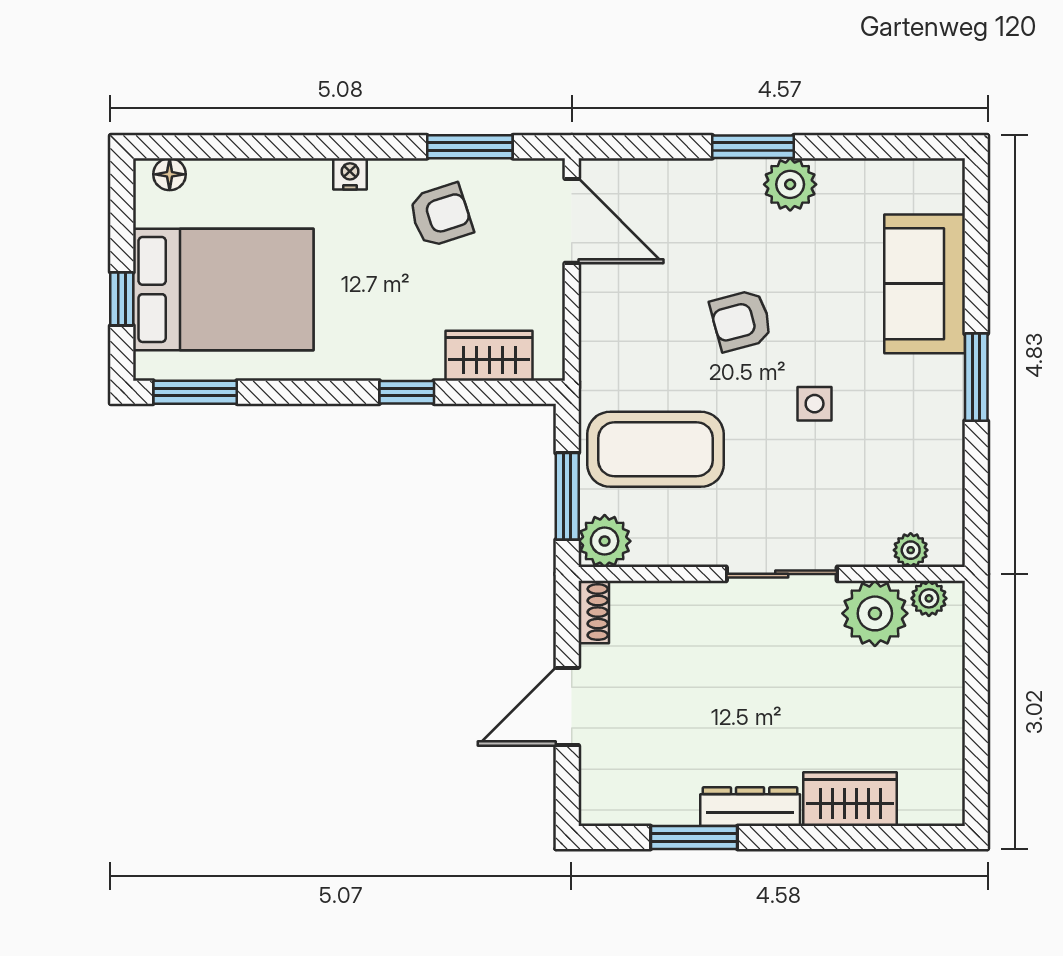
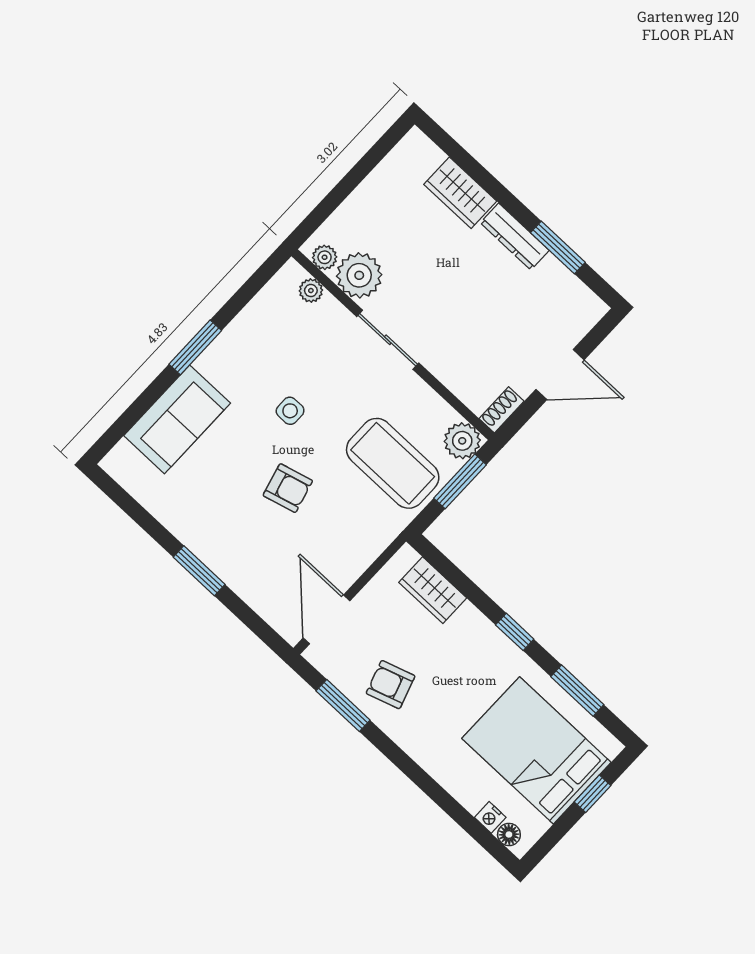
nightstand: (350, 174) -> (490, 817), moved
plant: (790, 184) -> (198, 534), removed
window: (195, 392) -> (577, 691), moved
window: (407, 392) -> (515, 632), moved

